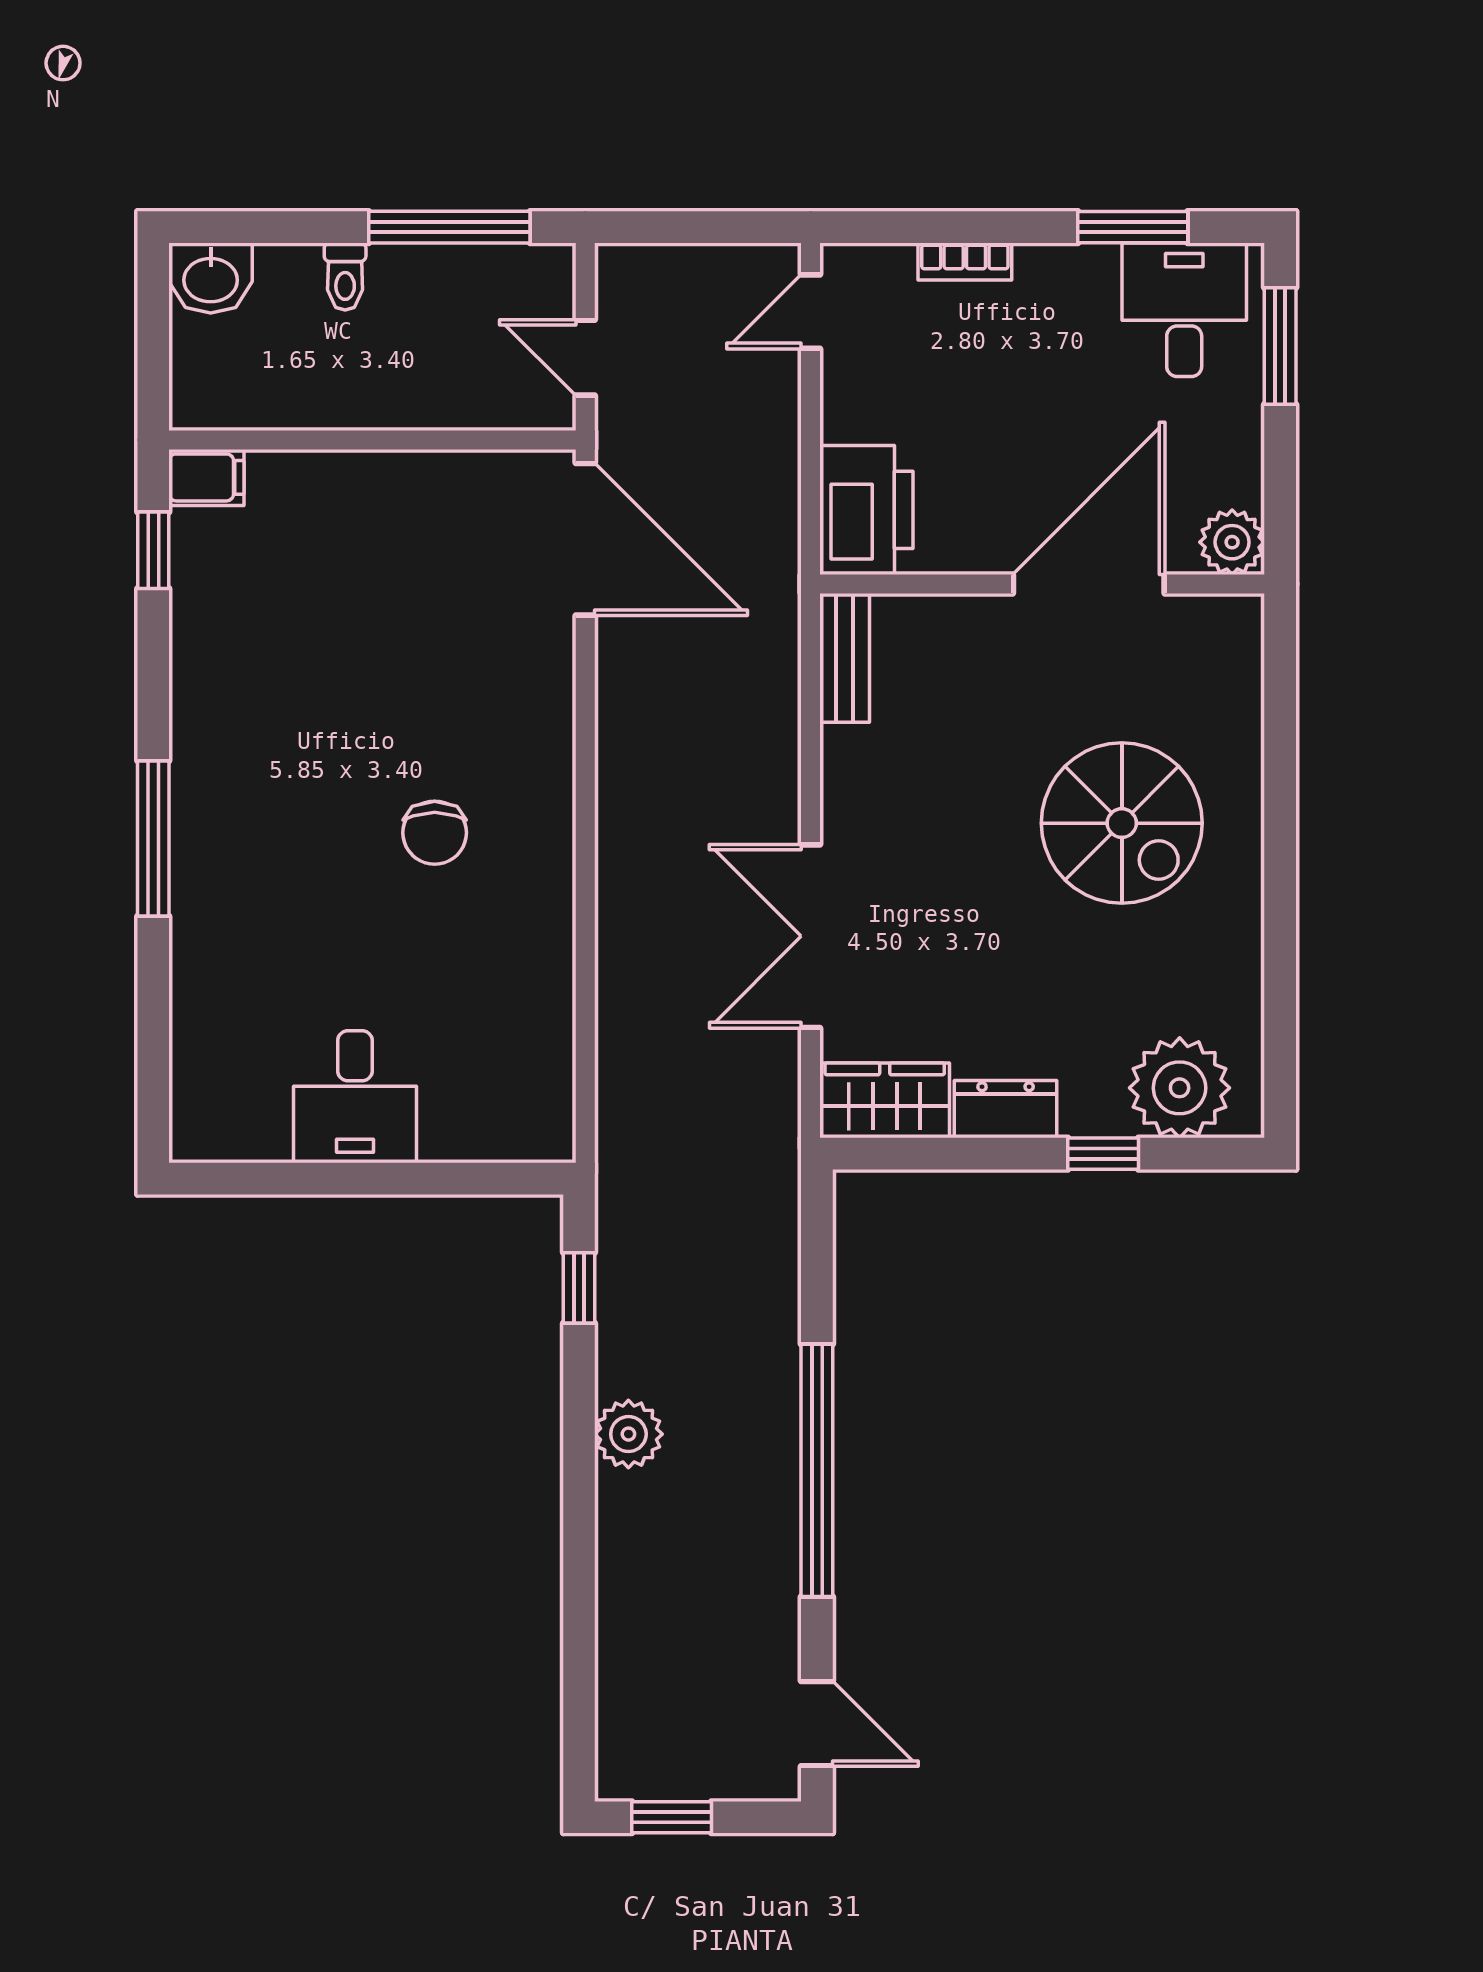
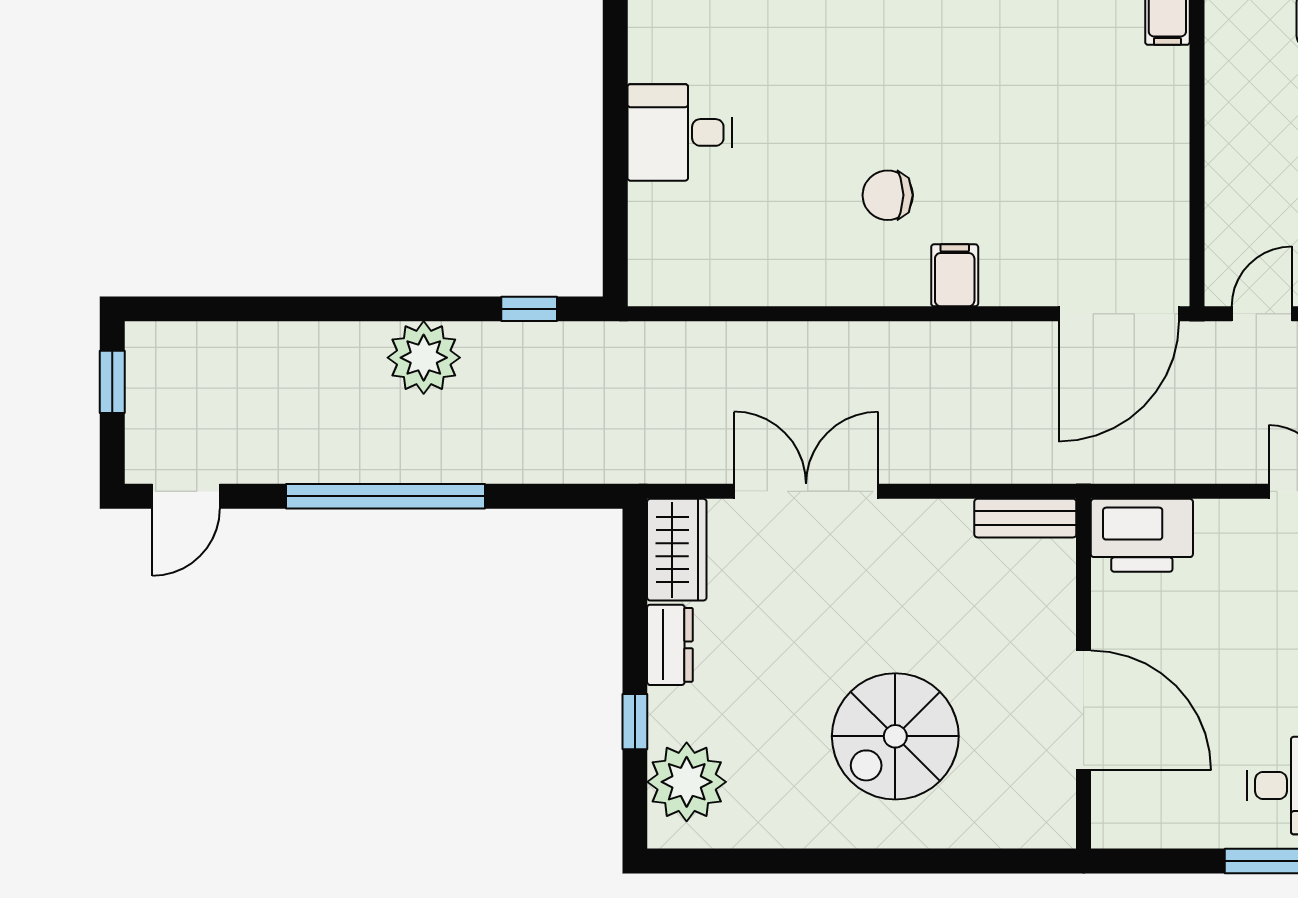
plant: (1232, 542) -> (1116, 823), removed
filing cabinet: (536, 748) -> (955, 275), added
plant: (628, 1434) -> (424, 358), width x1.36, depth x1.36

